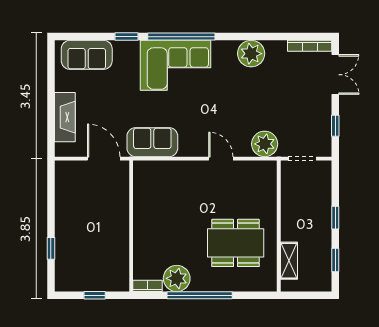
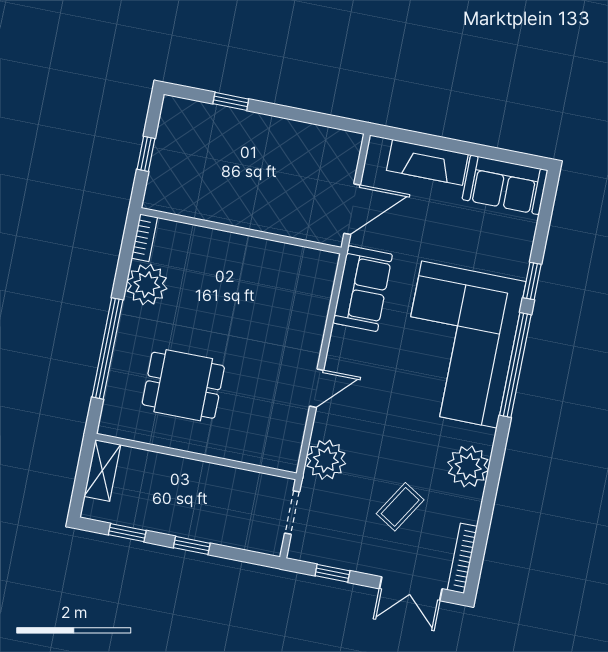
sofa: (87, 55) -> (505, 185), moved, turned -90
corner sofa: (175, 65) -> (459, 345), width x1.36, depth x1.36
coffee table: (285, 91) -> (400, 507), added
dining table: (236, 243) -> (183, 385), width x0.73
shelving: (289, 261) -> (102, 470), moved, turned 90
window: (200, 295) -> (107, 348), moved

